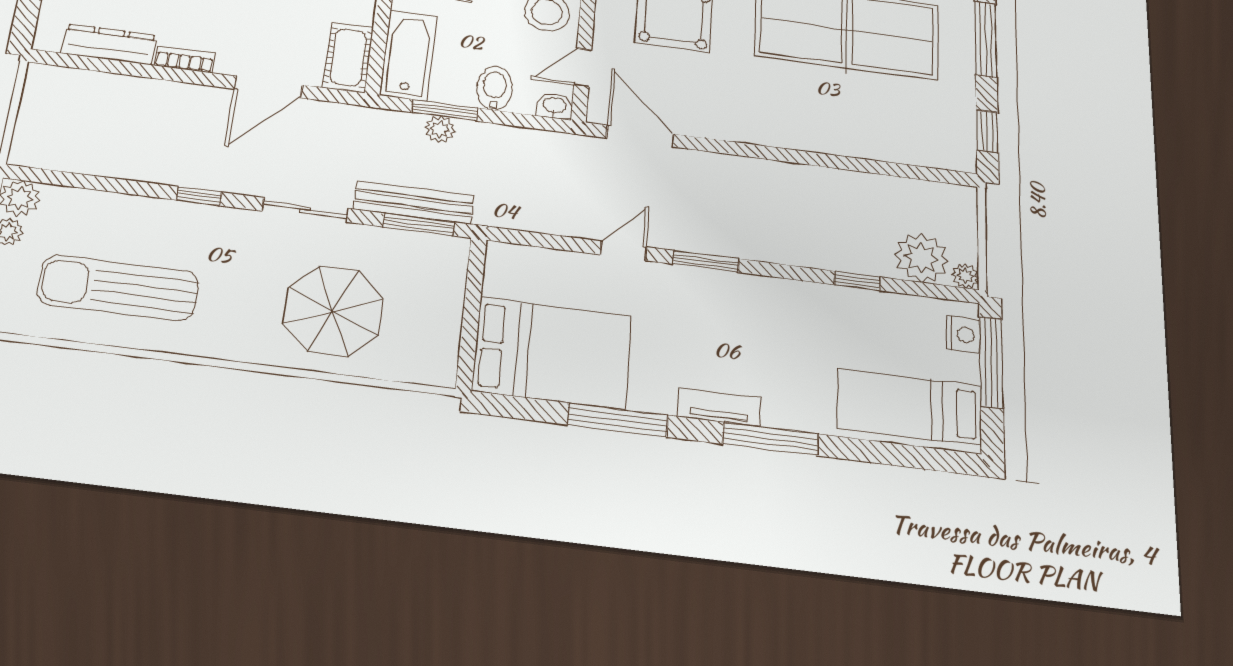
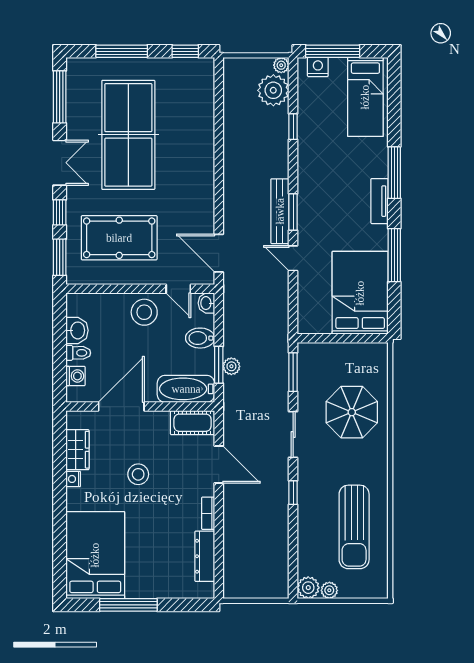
door: (640, 136) -> (219, 253), hinge flipped
bench: (414, 202) -> (280, 211), moved

